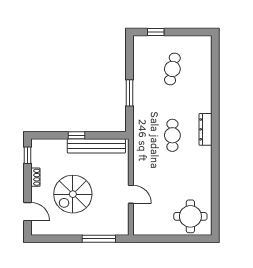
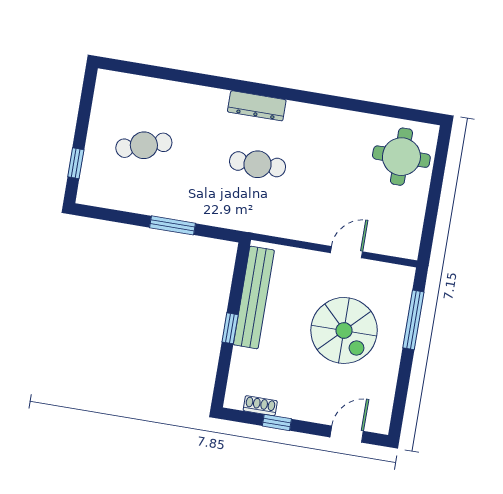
cafe table: (172, 69) -> (144, 145), turned -30
window: (28, 155) -> (277, 422), moved
shoe rack: (35, 177) -> (260, 406), moved
spiral stairs: (73, 194) -> (344, 330), moved

